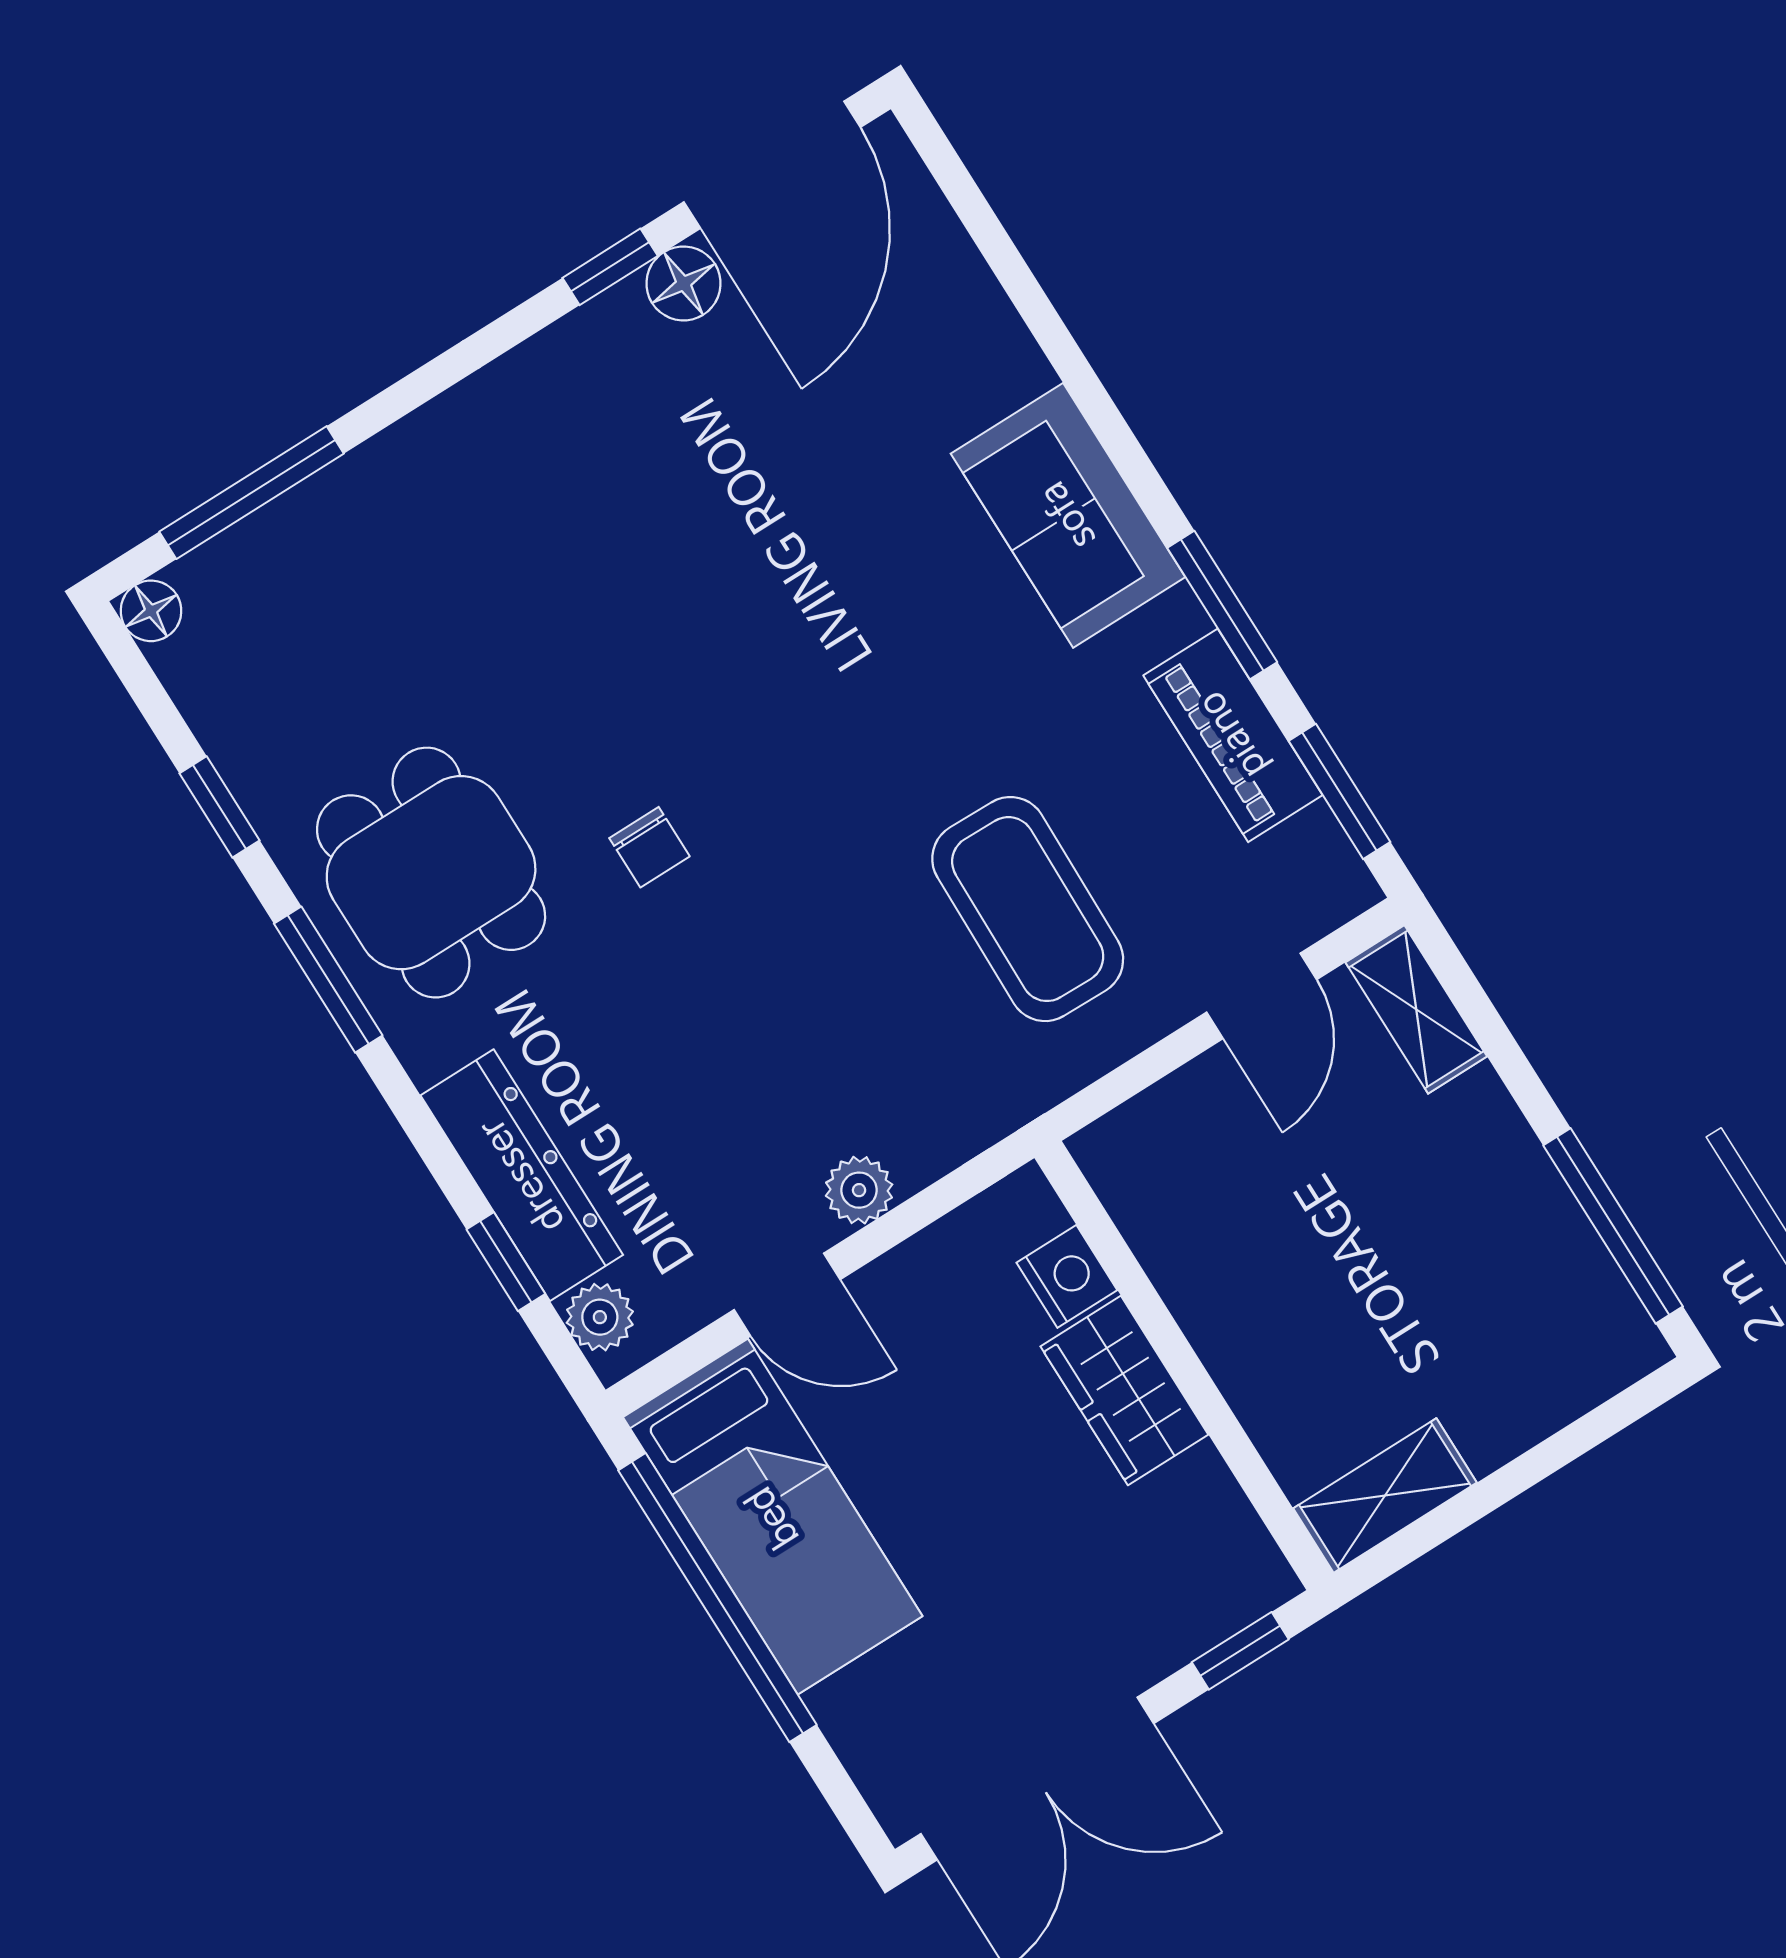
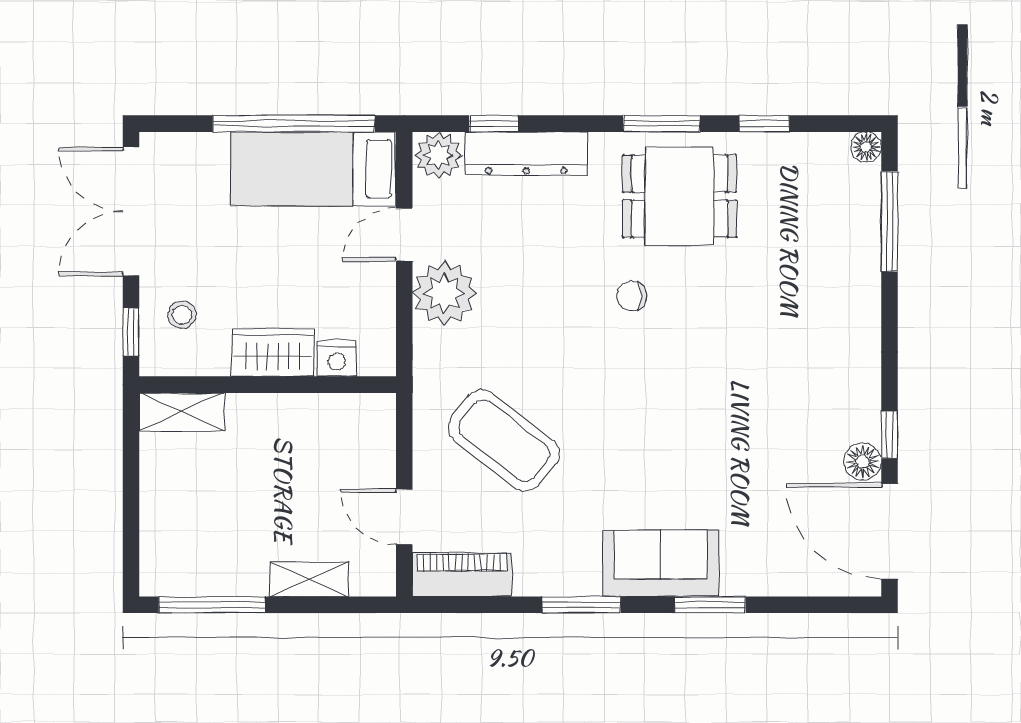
piano: (1233, 735) -> (462, 575), moved
window: (1339, 791) -> (710, 605), moved
coffee table: (1028, 909) -> (504, 440), turned 37
shelving: (1416, 1009) -> (309, 579), moved
plant: (859, 1190) -> (444, 293), width x1.87, depth x1.87
plant: (600, 1317) -> (438, 155), width x1.38, depth x1.38
shelving: (1385, 1495) -> (182, 412), moved, turned 90
stool: (1157, 1583) -> (182, 315), added

